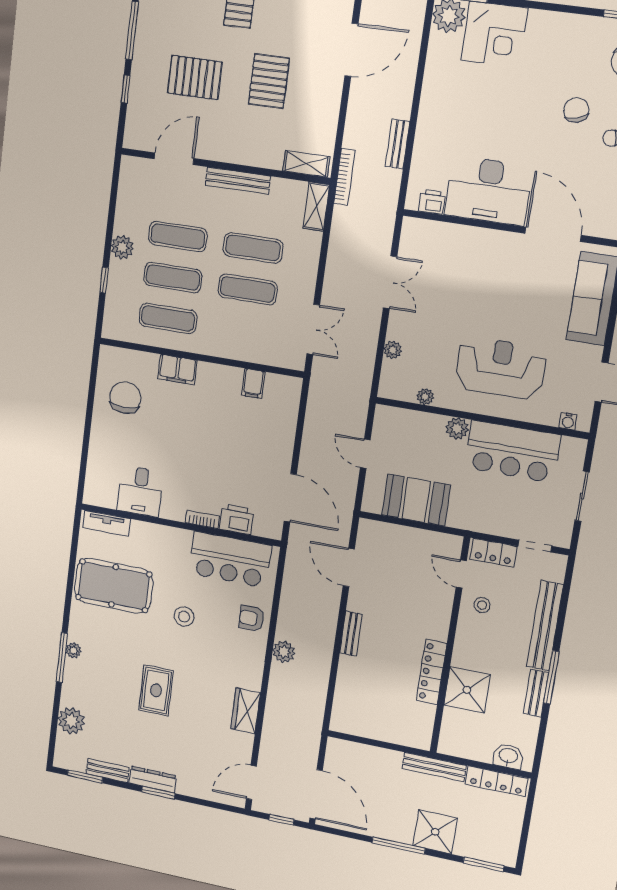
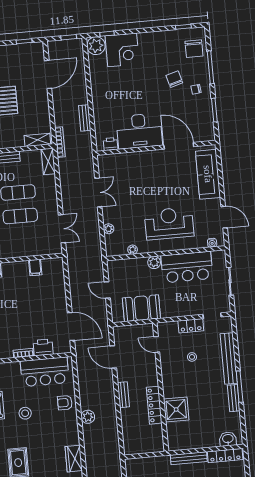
door: (461, 574) -> (157, 344), moved
wall: (450, 646) -> (161, 387), moved
locker: (432, 672) -> (154, 405), moved
shower: (467, 690) -> (176, 410), moved

